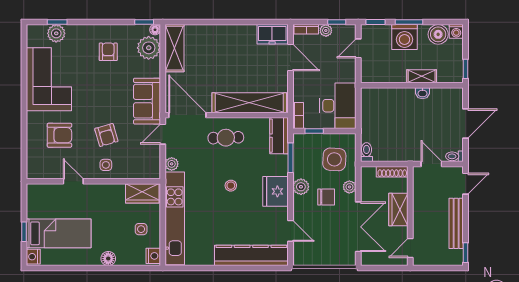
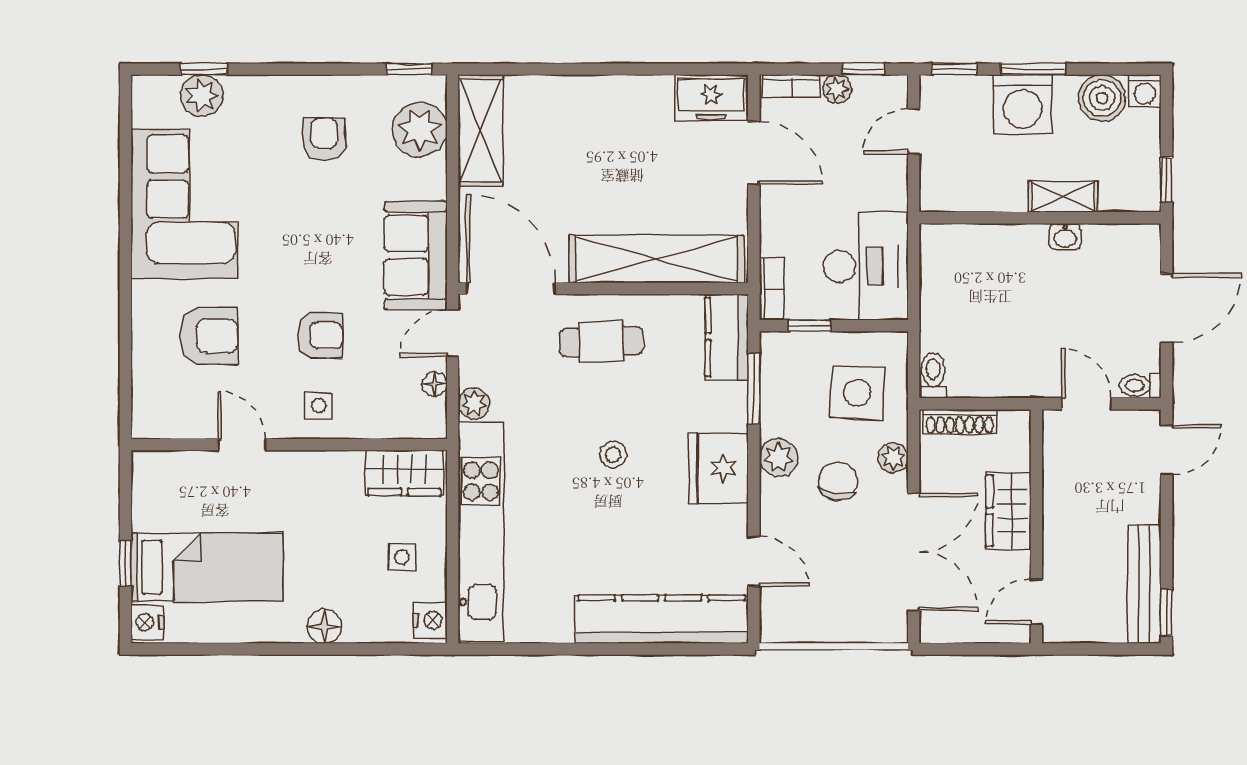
floor lamp: (155, 30) -> (435, 384), moved
armchair: (106, 135) -> (320, 335), turned -74
shoe rack: (392, 172) -> (960, 422), moved
chair: (326, 197) -> (838, 481), turned -81
bench: (456, 223) -> (1144, 584), moved

